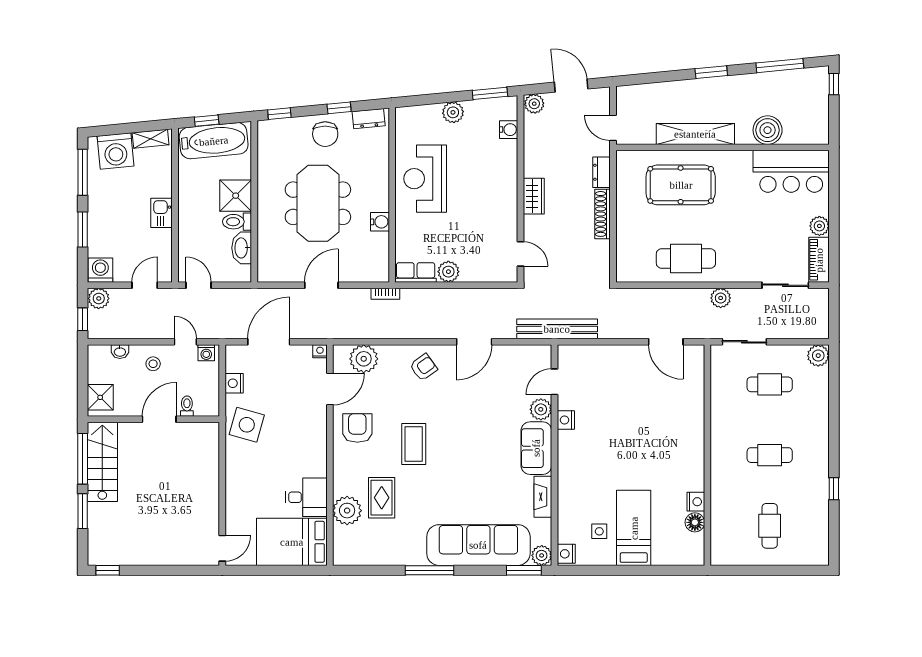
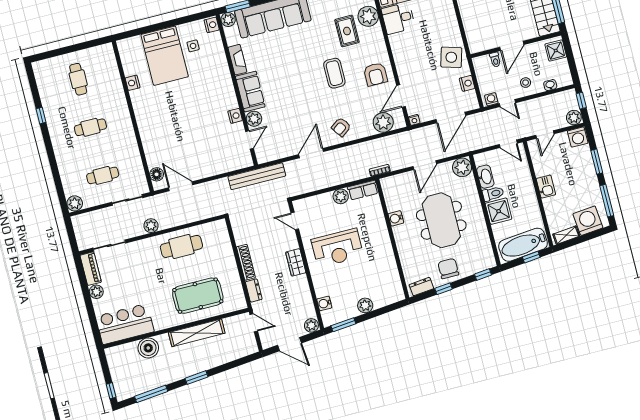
reception desk: (425, 179) -> (337, 248), moved, turned 90
plant: (271, 269) -> (462, 167), added
floor lamp: (695, 522) -> (157, 174), moved
bed: (634, 528) -> (165, 56), width x1.50

